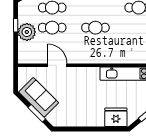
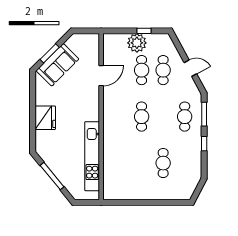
sofa: (39, 97) -> (57, 65), moved
fridge: (116, 117) -> (45, 118), moved

